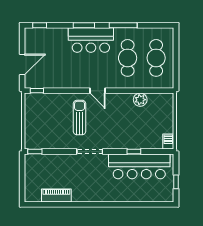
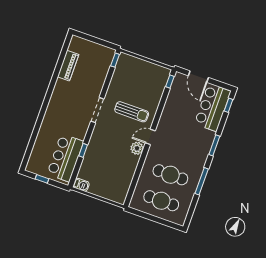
bar counter: (91, 40) -> (213, 108), moved
plant: (140, 100) -> (137, 148), moved
bar counter: (139, 166) -> (65, 158), width x0.73

